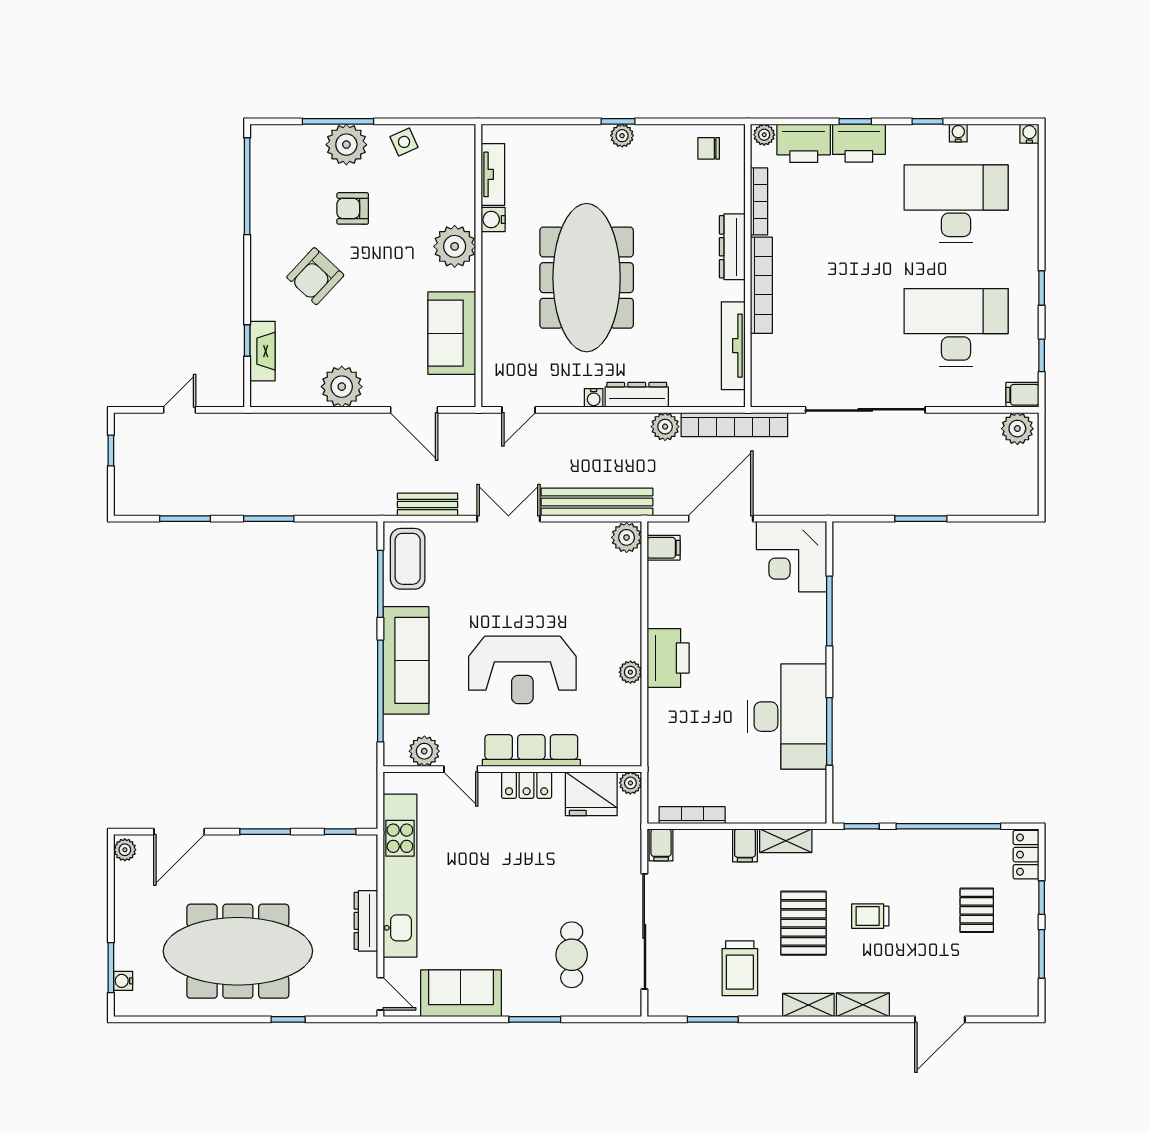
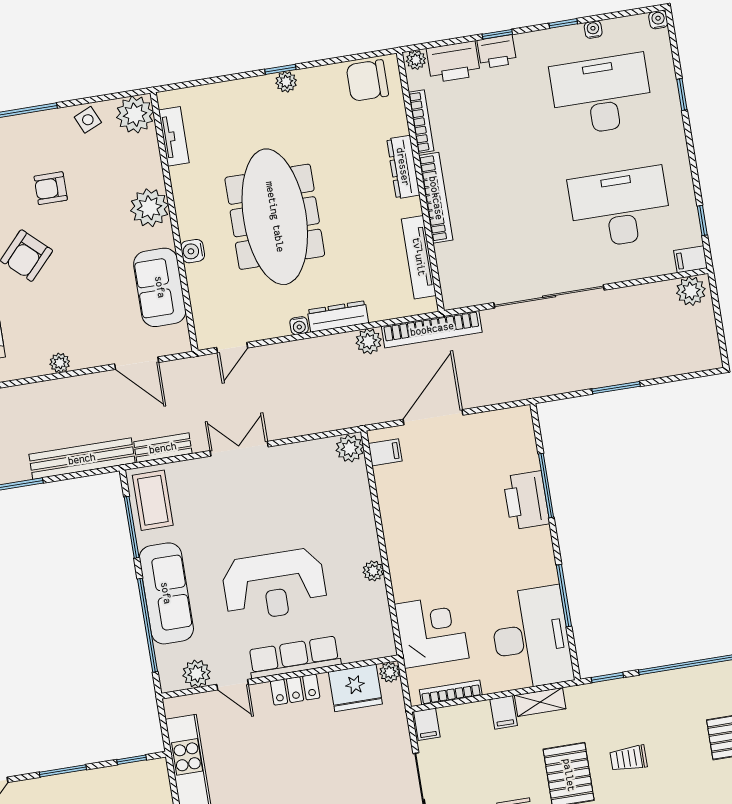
printer: (859, 143) -> (497, 52), width x0.73, depth x0.84
plant: (346, 145) -> (135, 115), moved
chair: (709, 148) -> (367, 81), width x1.87, depth x1.87
water cooler: (493, 220) -> (193, 251), moved
window: (1042, 288) -> (682, 95), moved
plant: (342, 387) -> (60, 363), width x0.53, depth x0.53
bench: (597, 502) -> (82, 459), moved
corner desk: (791, 557) -> (432, 631), moved, turned 180
printer: (668, 658) -> (526, 500), moved, turned 180
desk: (787, 717) -> (531, 638), moved

